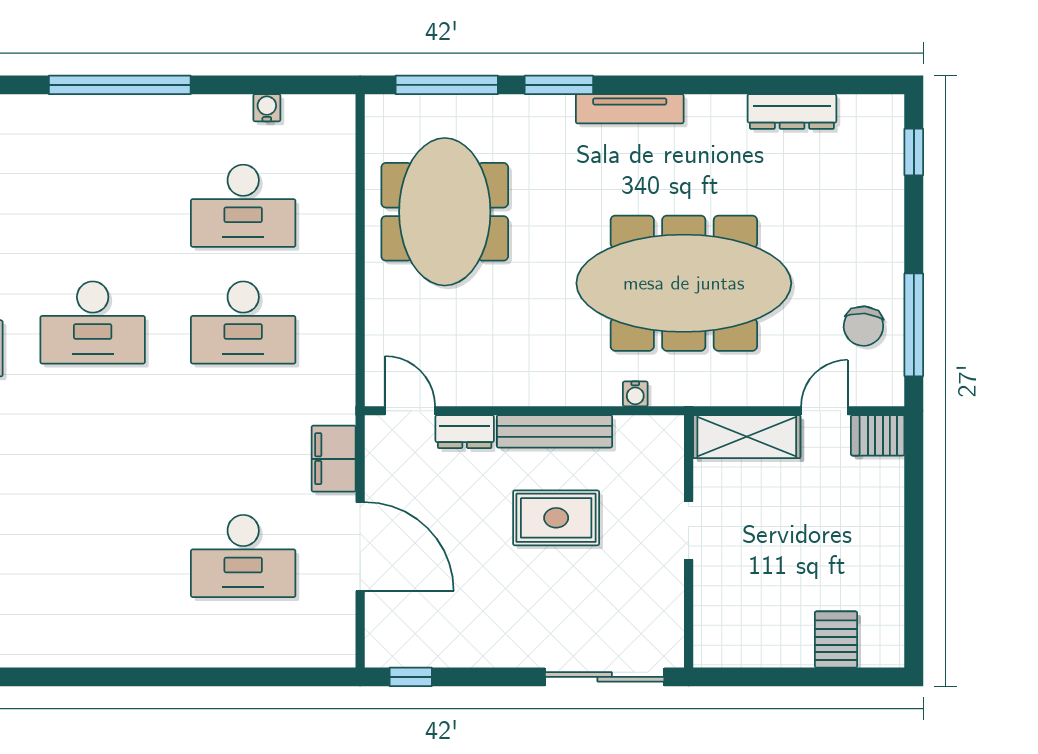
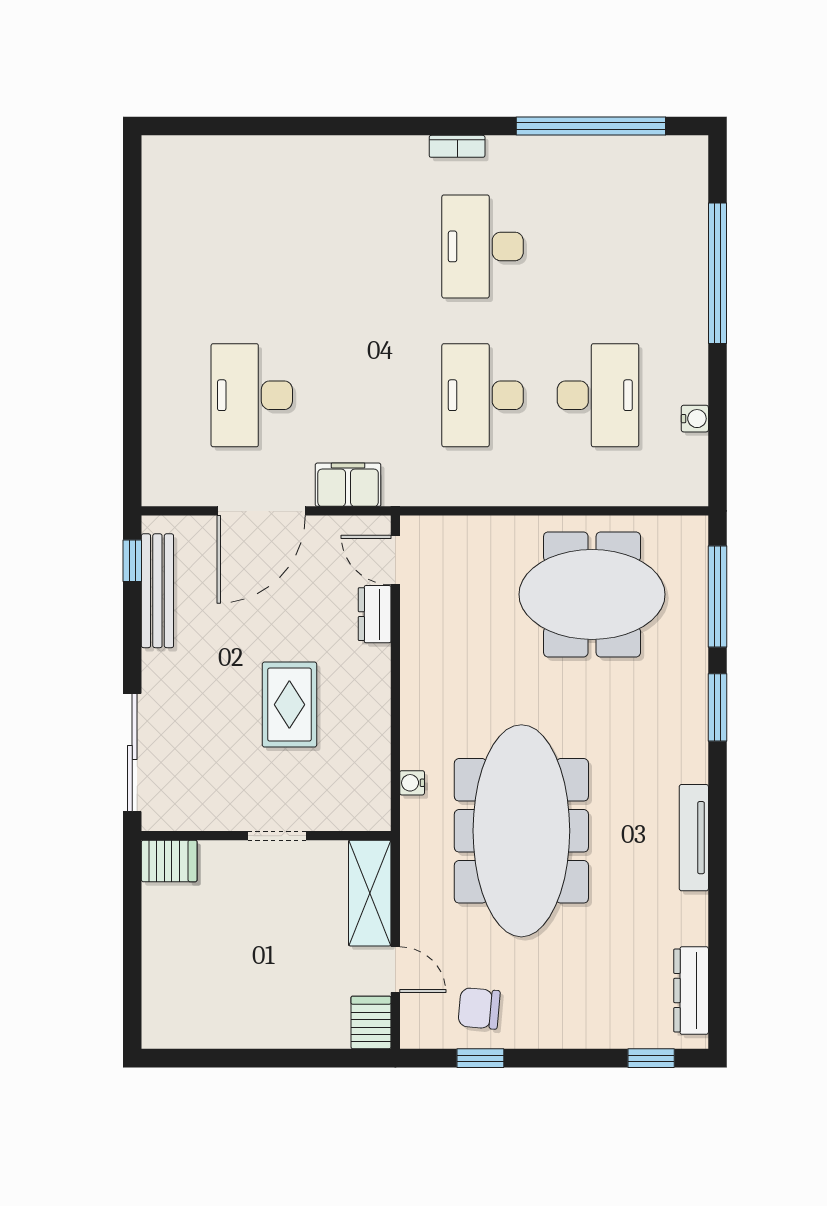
tv unit: (630, 109) -> (694, 838), moved
dresser: (792, 112) -> (691, 990), moved
desk: (243, 206) -> (598, 395), turned 180
window: (914, 325) -> (480, 1058), width x0.46
door: (410, 411) -> (395, 560), swing flipped
bench: (554, 431) -> (157, 591), moved
server rack: (836, 639) -> (169, 861), moved

